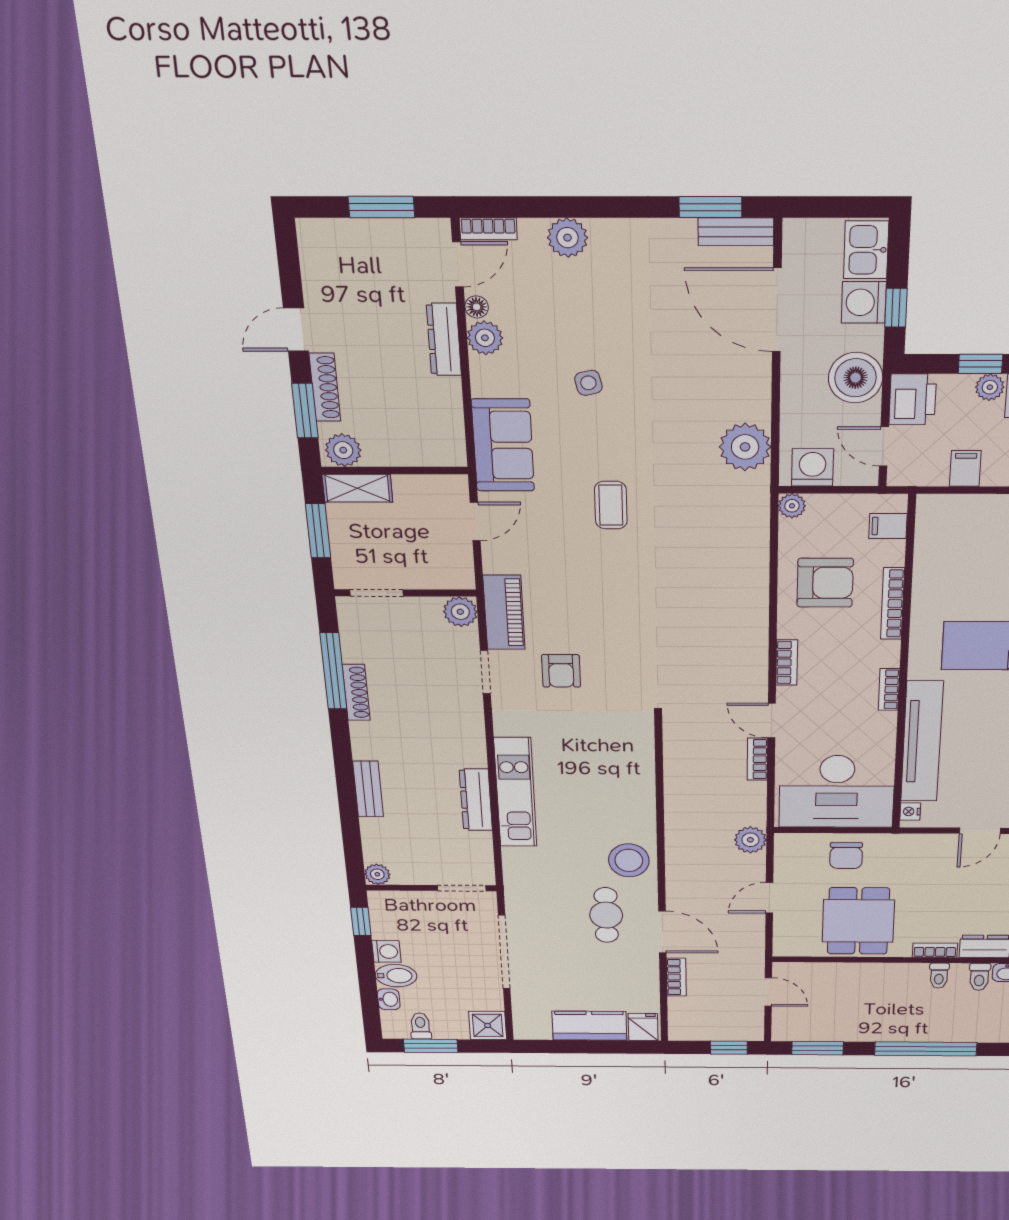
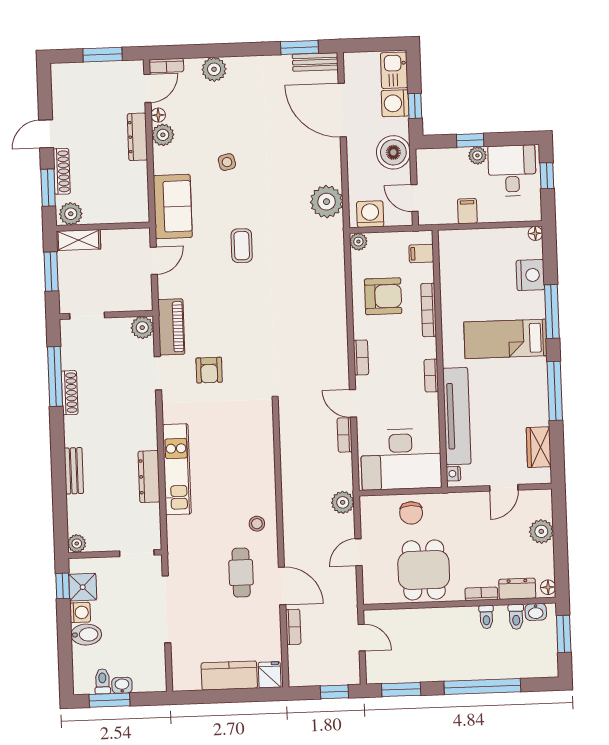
printer: (913, 399) -> (430, 165), removed
stool: (629, 860) -> (257, 524), width x0.53, depth x0.53
washbasin: (389, 999) -> (122, 685), moved, turned -90
shower: (488, 1025) -> (83, 587), moved

